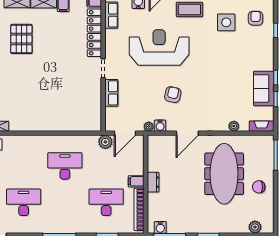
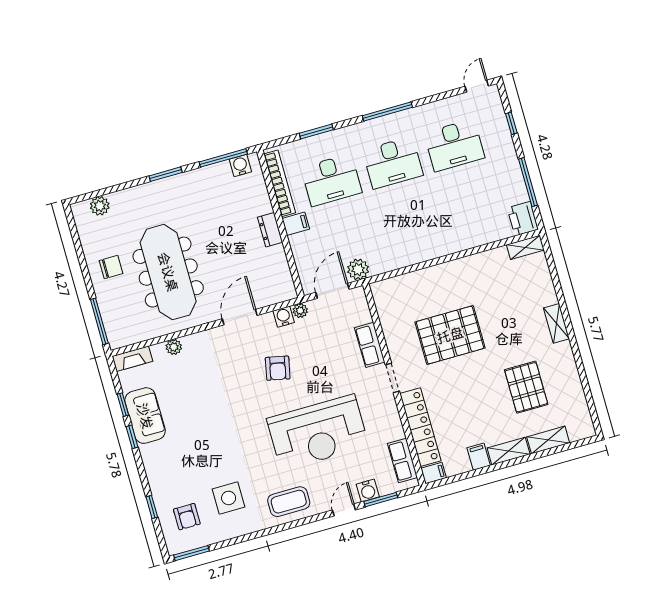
pallet: (60, 85) -> (450, 335), added
desk: (65, 166) -> (393, 163), moved

